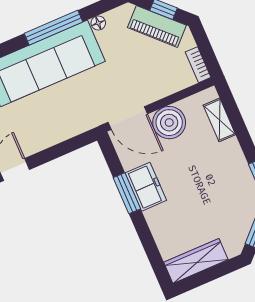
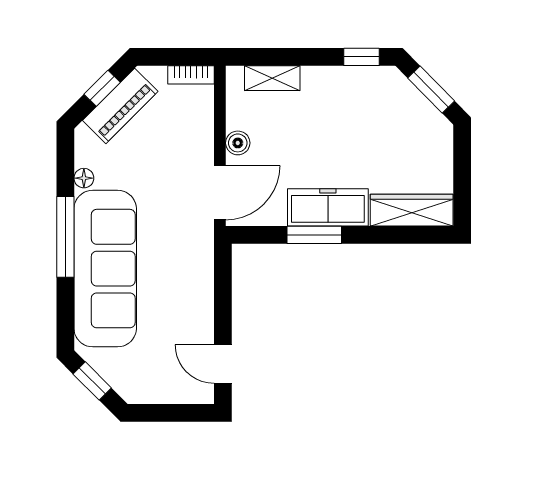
boiler: (169, 123) -> (238, 143), width x0.54, depth x0.54
freezer: (146, 187) -> (328, 207), width x1.40
wardrobe: (196, 261) -> (412, 210), moved, turned 90

